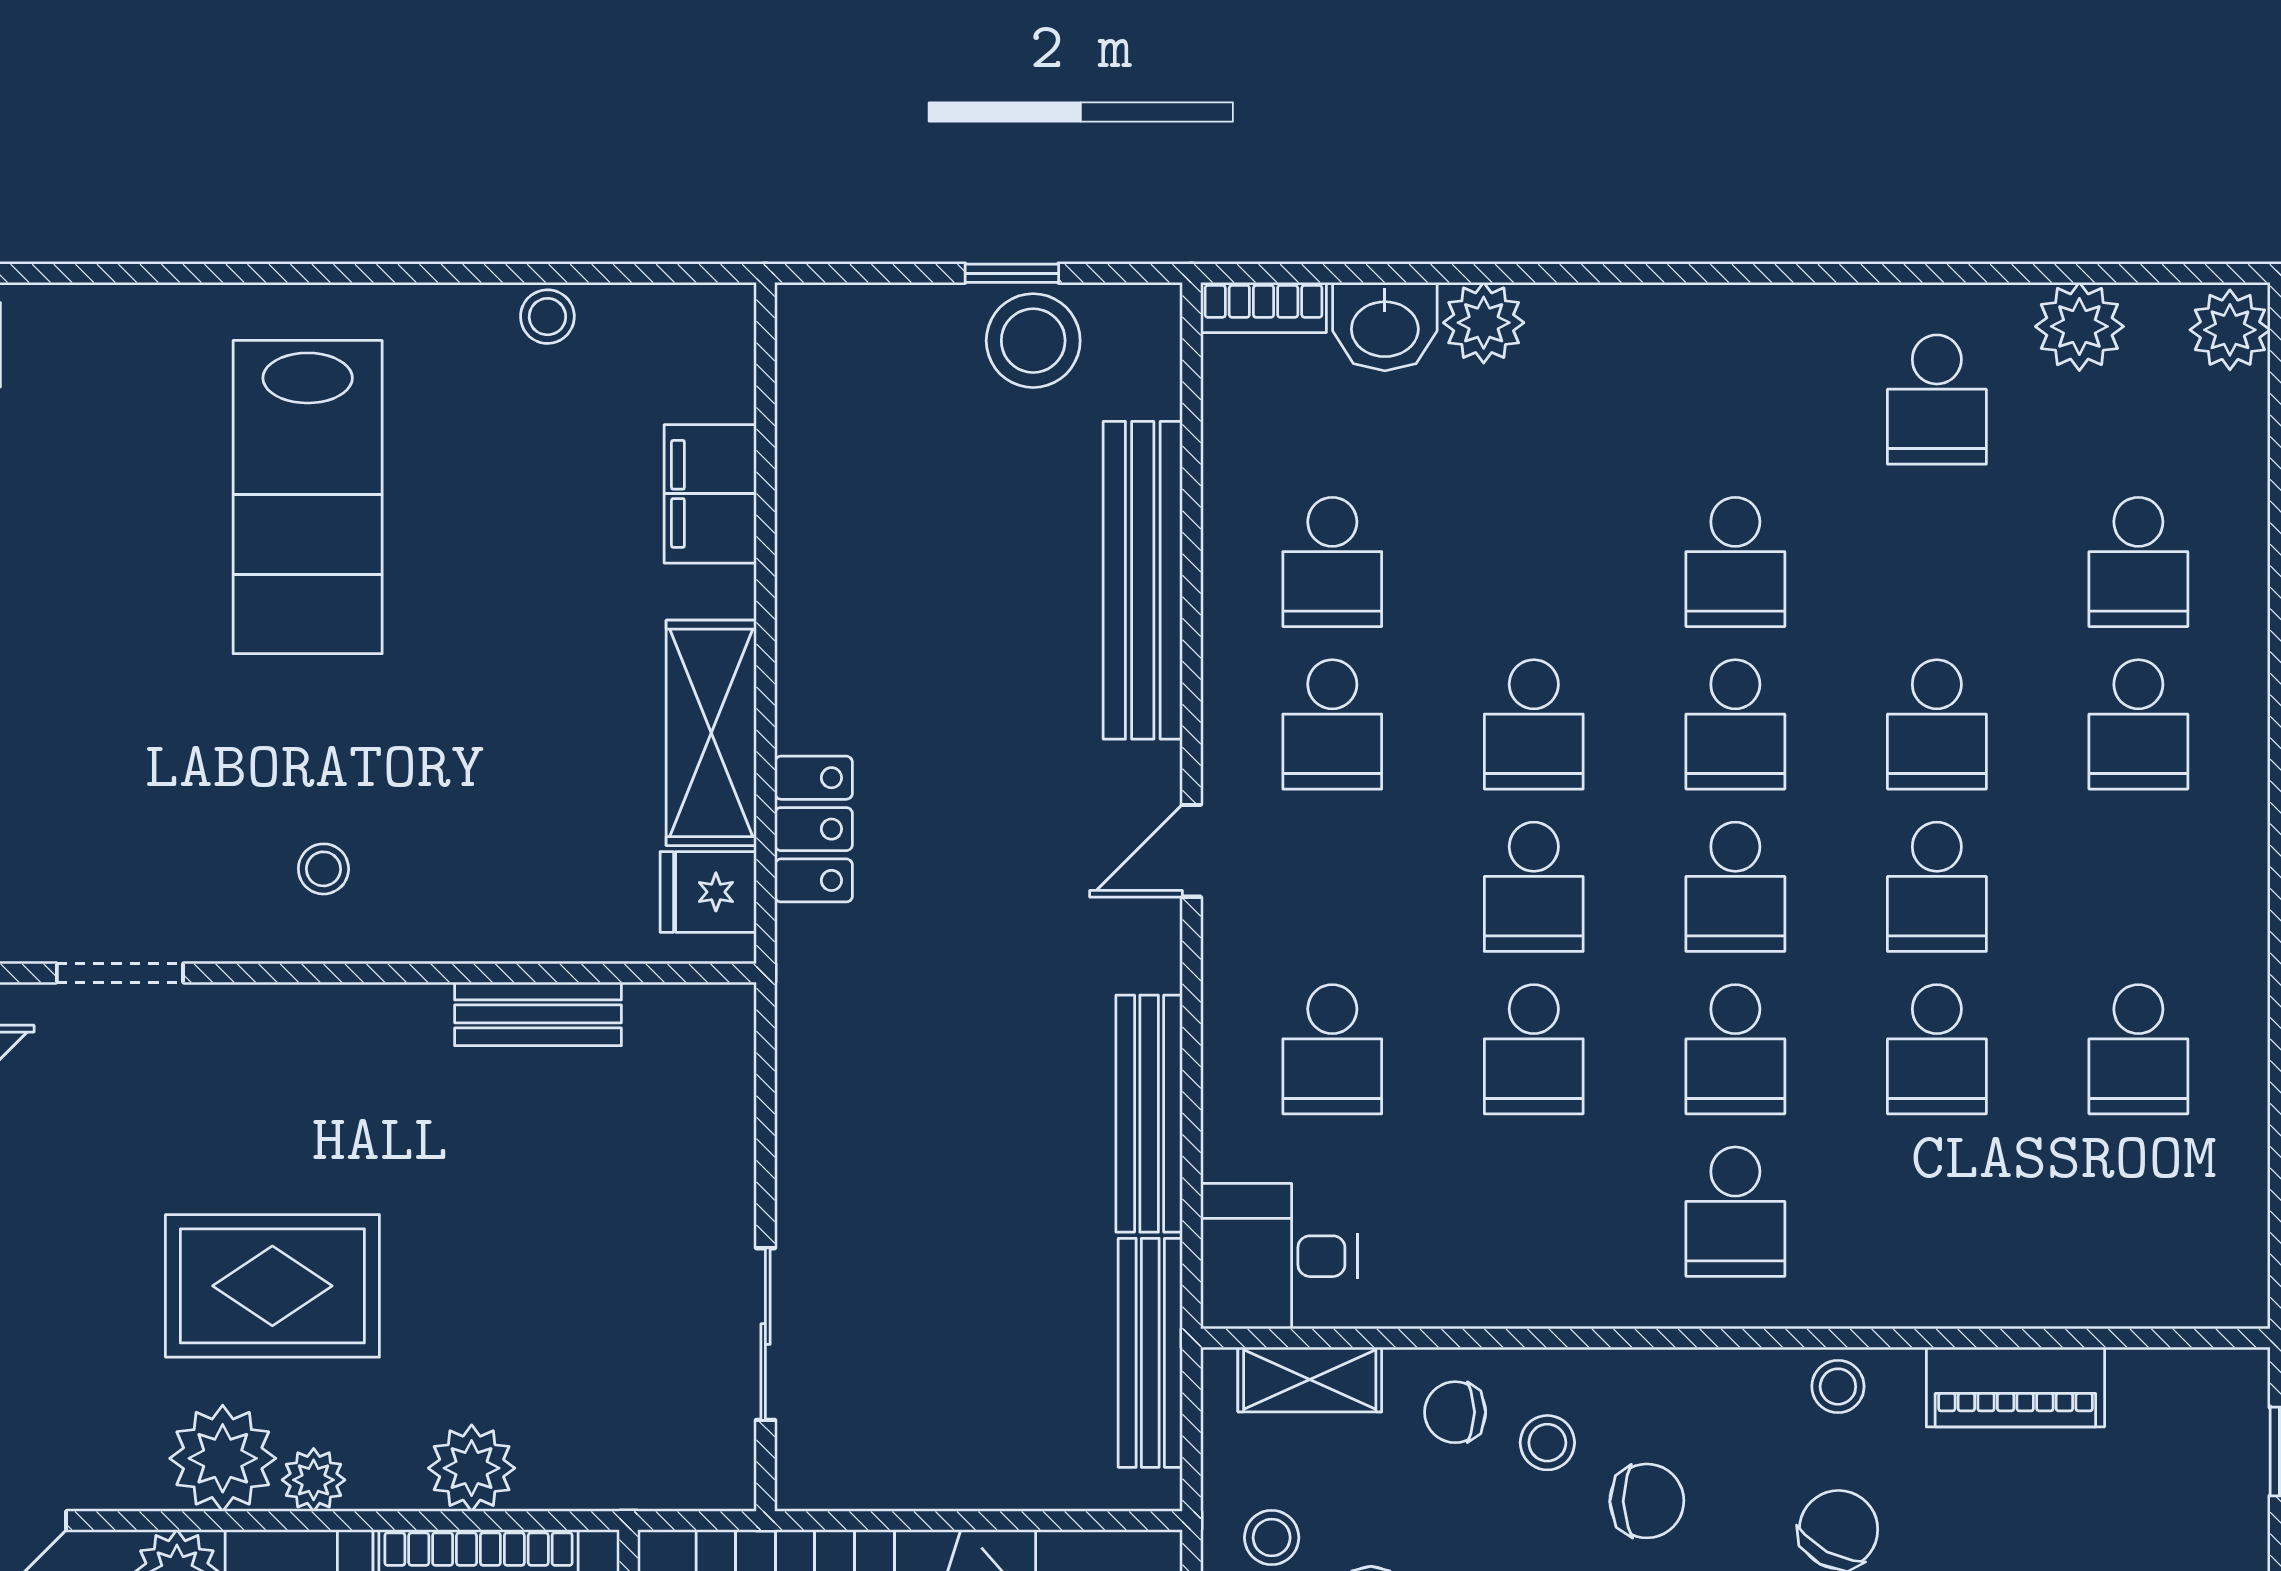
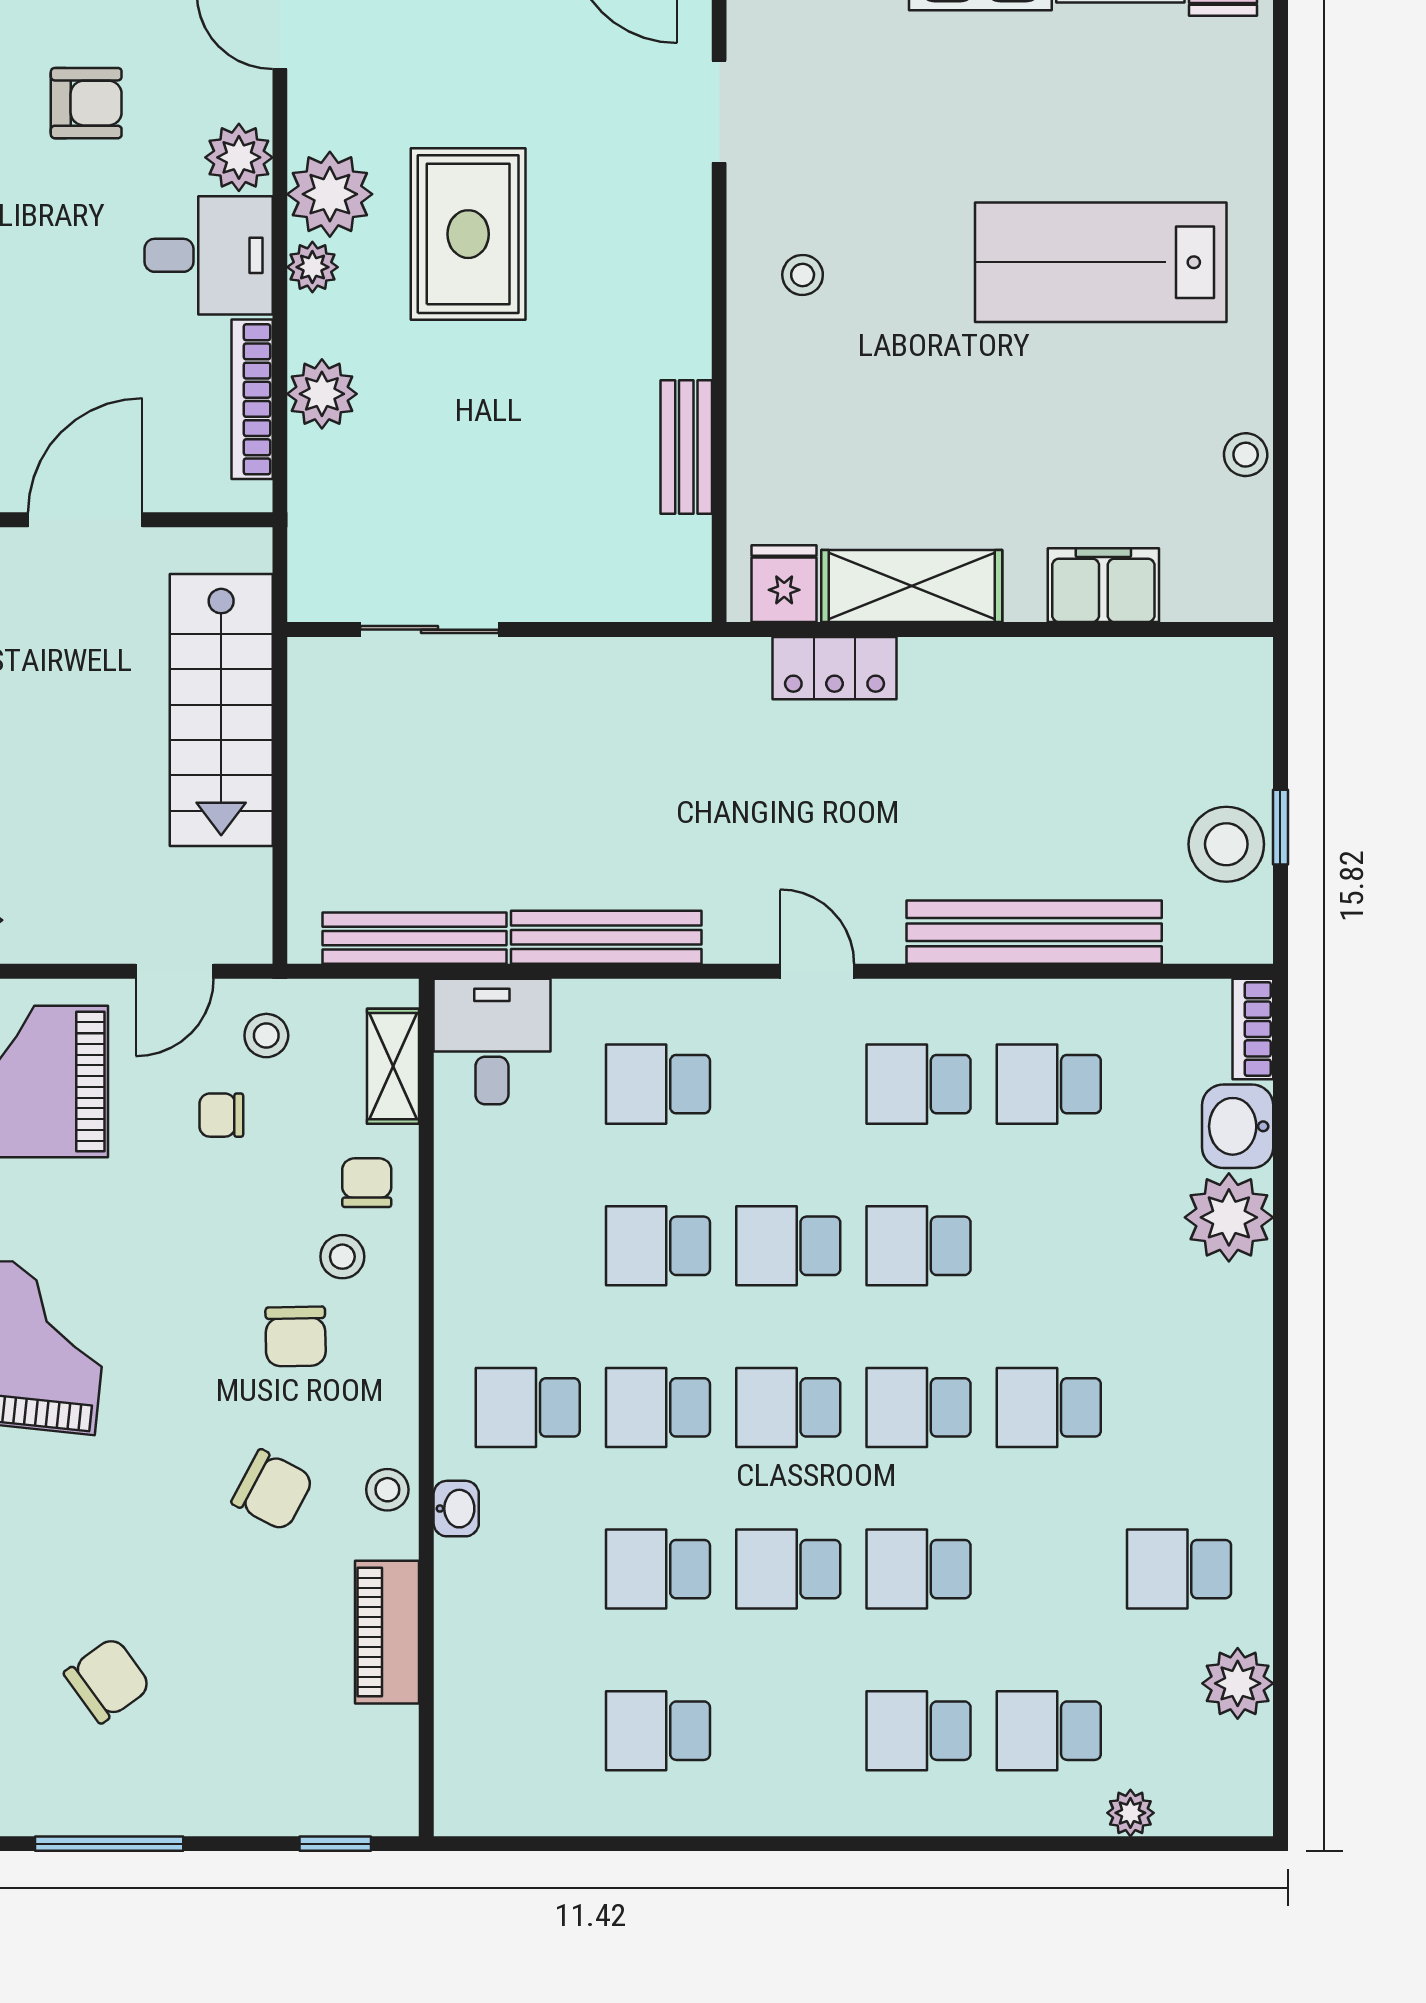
plant: (1484, 323) -> (1229, 1217), width x1.36, depth x1.36
plant: (2230, 330) -> (1130, 1813), moved, width x0.73, depth x0.73
washbasin: (1861, 1301) -> (456, 1509), added

